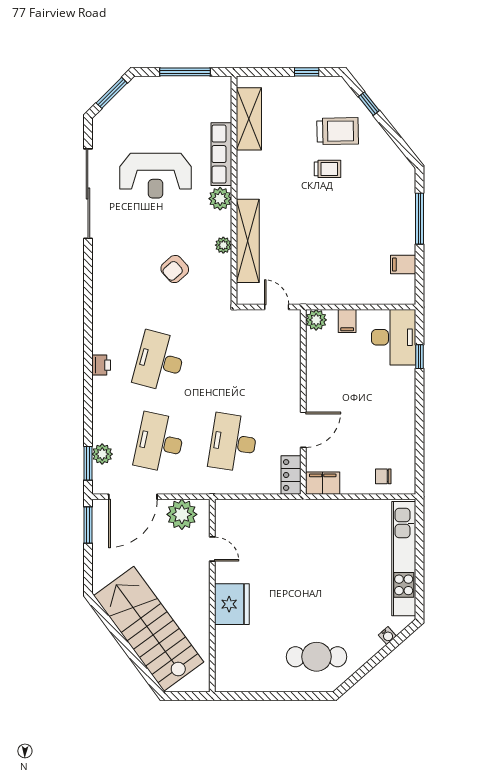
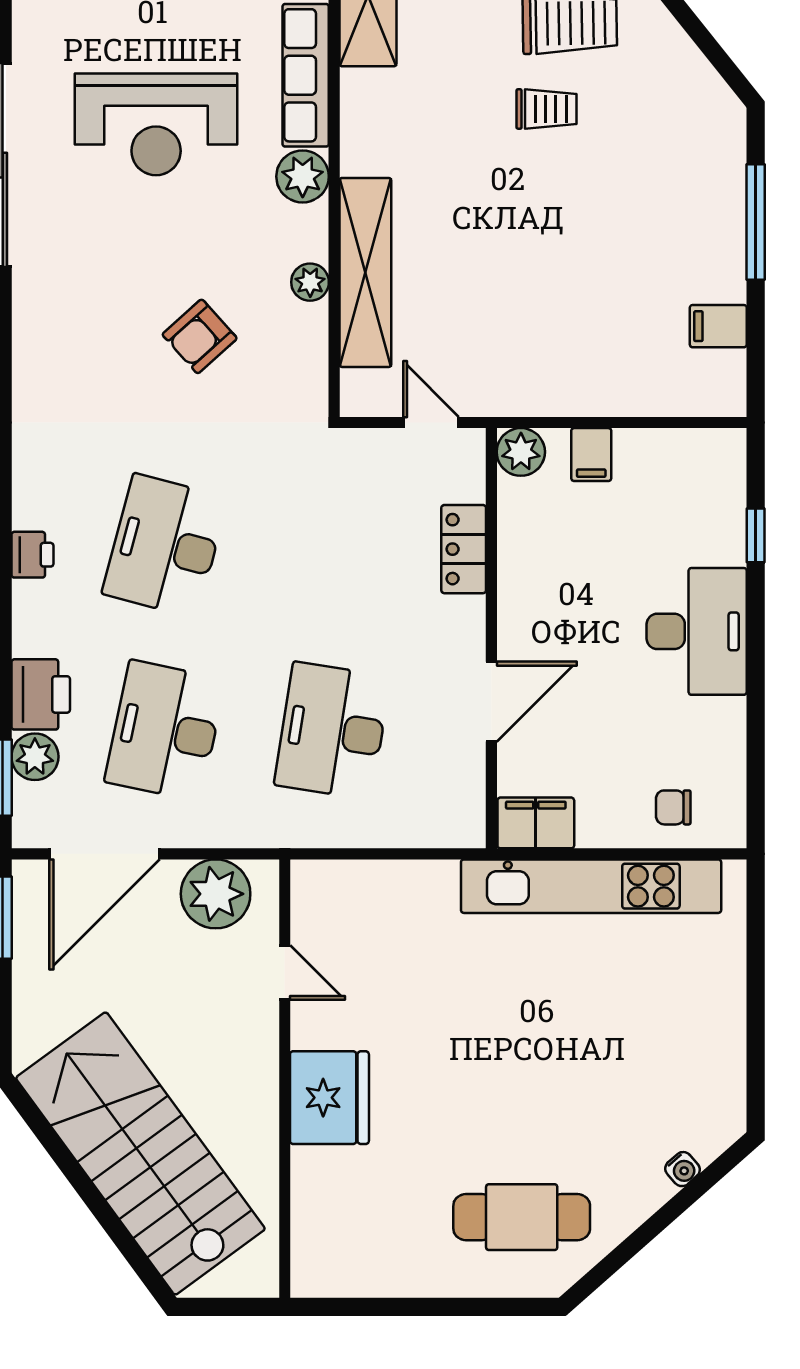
desk: (394, 337) -> (697, 631), moved
printer: (105, 427) -> (41, 694), added
locker: (291, 475) -> (464, 549), moved
kitchen unit: (404, 559) -> (591, 886), moved, turned -90

